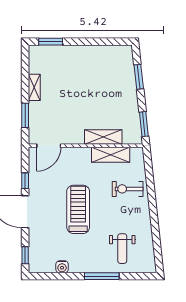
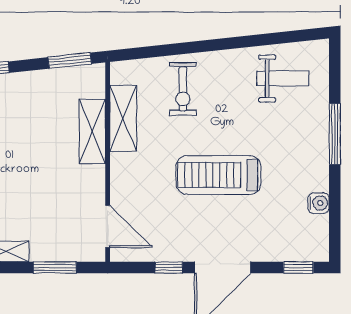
weight bench: (122, 249) -> (283, 78), moved

